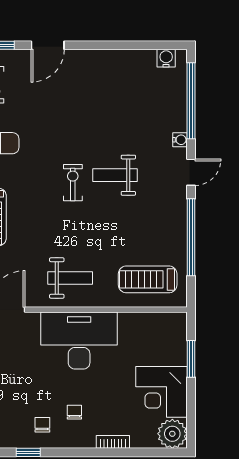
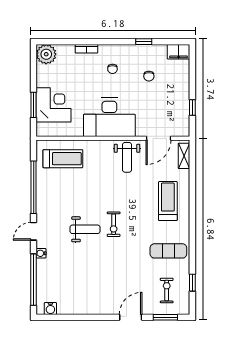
weight bench: (70, 278) -> (127, 157), moved, turned -90
corner desk: (161, 392) -> (54, 105), moved
chair: (42, 425) -> (149, 76), moved

